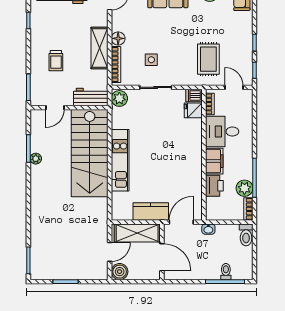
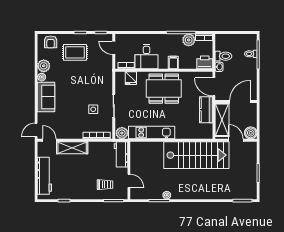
floor lamp: (118, 38) -> (77, 134), removed
shelving: (100, 48) -> (72, 148), moved
rug: (208, 59) -> (75, 52), moved
trolley: (56, 61) -> (105, 185), moved
door: (234, 87) -> (114, 48), hinge flipped
dishwasher: (194, 95) -> (120, 78), removed
stairs: (90, 153) -> (196, 155), moved
dining table: (179, 155) -> (164, 89), added
kitchen unit: (120, 160) -> (152, 133), moved
filing cabinet: (214, 161) -> (173, 62), width x0.50
printer: (214, 186) -> (205, 62), moved
toilet: (246, 235) -> (223, 56), moved

